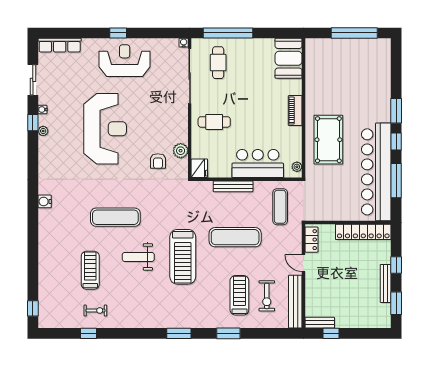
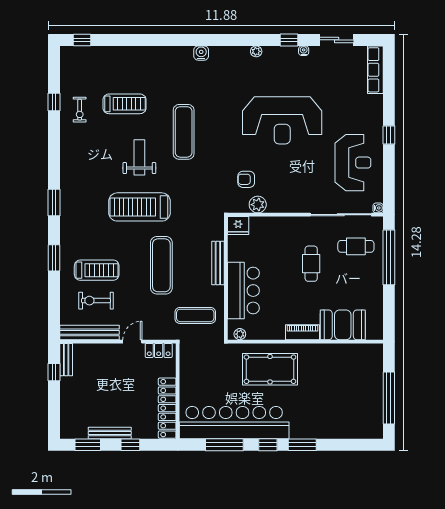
booth: (289, 58) -> (343, 325), moved
reception desk: (125, 61) -> (353, 163), moved
cafe table: (214, 122) -> (311, 264), moved
plant: (43, 131) -> (256, 51), moved

